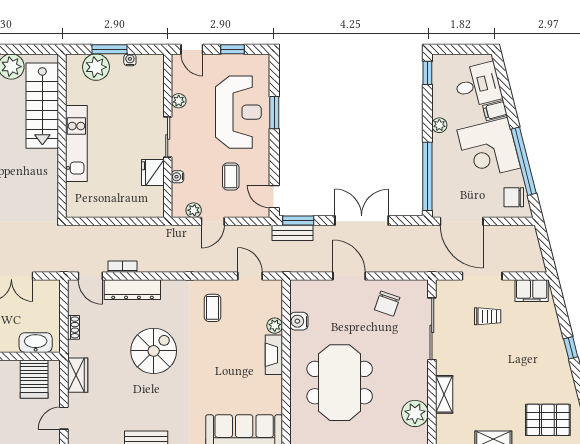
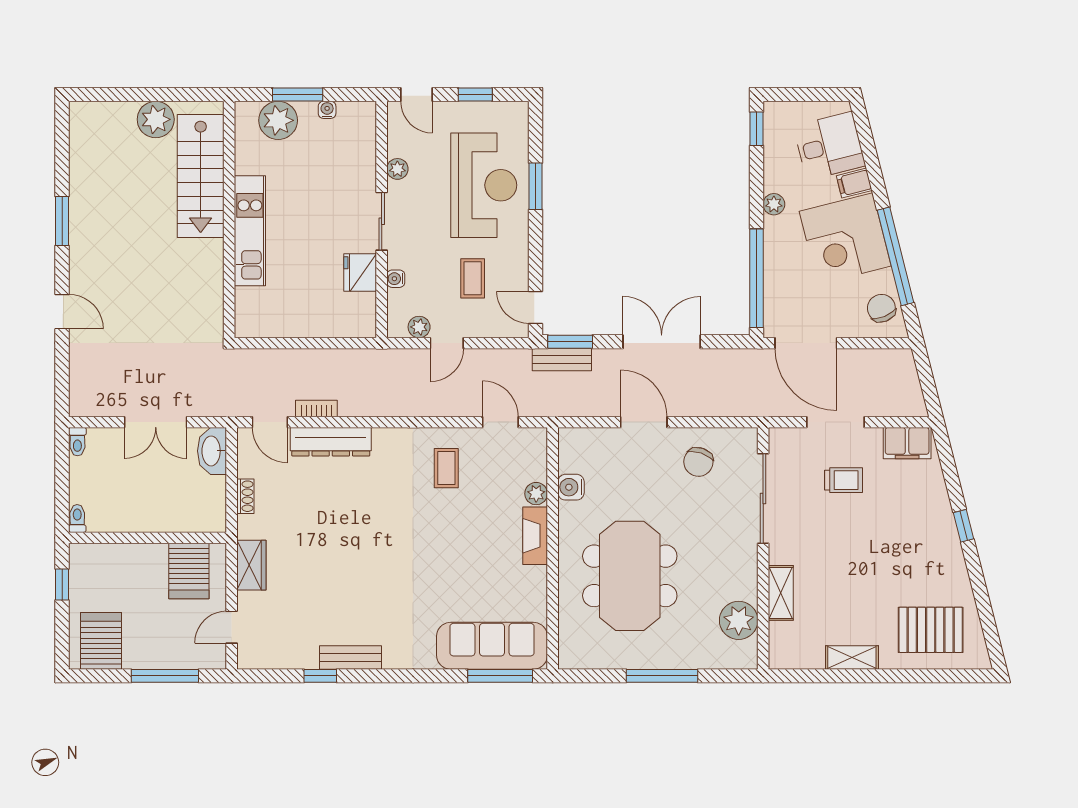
chair: (514, 197) -> (881, 308), turned 68
washbasin: (36, 343) -> (212, 451), moved, turned -90
spiral stairs: (154, 351) -> (361, 530), removed

